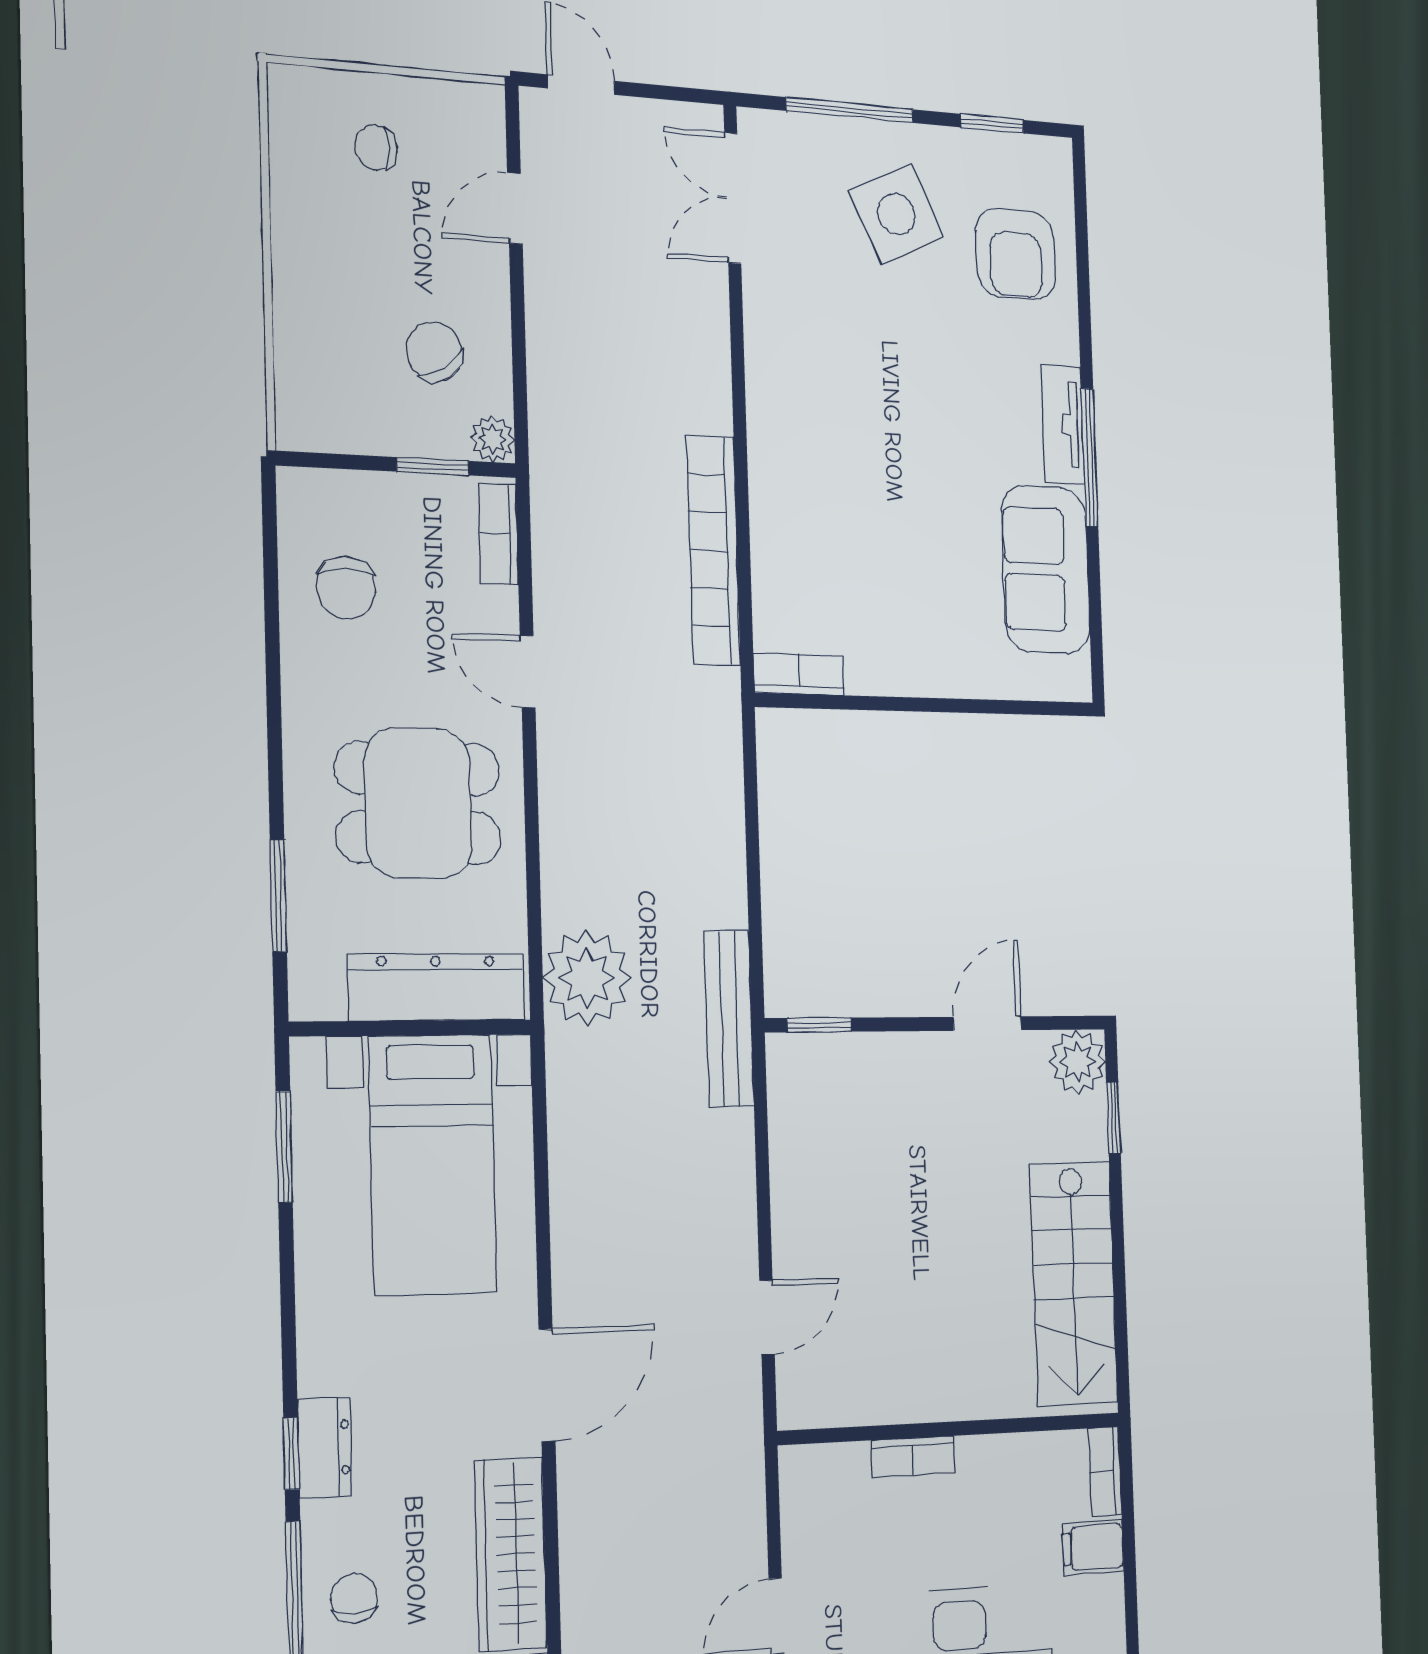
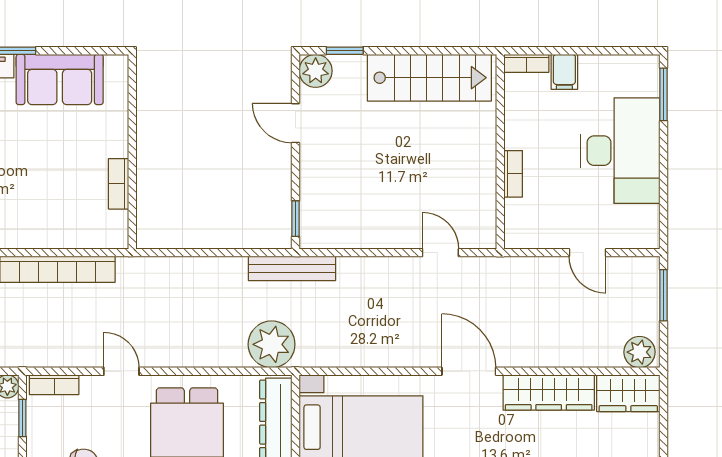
door: (528, 671) -> (121, 371), swing flipped
bookcase: (799, 674) -> (119, 184), moved

